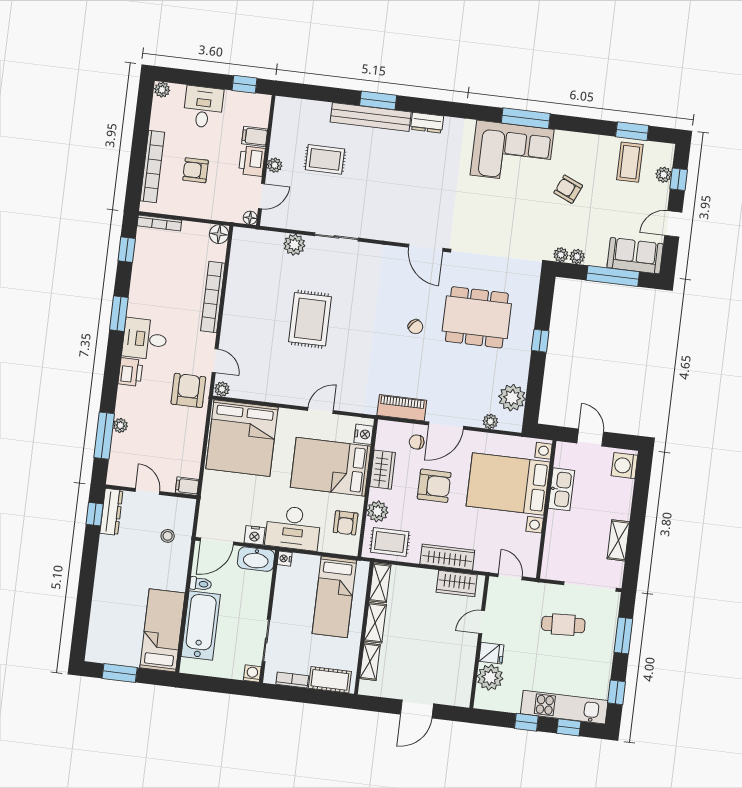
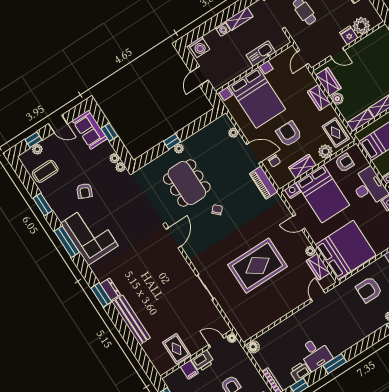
window: (378, 100) -> (101, 295), moved
window: (632, 131) -> (43, 204), moved
rug: (325, 159) -> (176, 349), moved
plant: (275, 165) -> (195, 348), removed
plant: (294, 245) -> (227, 305), removed
window: (613, 276) -> (109, 132), width x0.46
bookcase: (213, 297) -> (287, 324), removed
rug: (310, 319) -> (258, 266), width x1.37, depth x1.44
desk: (145, 339) -> (315, 354), moved
printer: (130, 372) -> (300, 372), moved
plant: (222, 389) -> (310, 251), moved
wardrobe: (249, 389) -> (318, 267), added
armchair: (188, 390) -> (369, 290), moved
plant: (512, 398) -> (179, 149), moved, width x0.53, depth x0.53
kitchen sink: (561, 489) -> (261, 54), moved
washing machine: (623, 511) -> (223, 29), added
wardrobe: (447, 557) -> (319, 97), width x0.67
boiler: (428, 577) -> (337, 99), added

